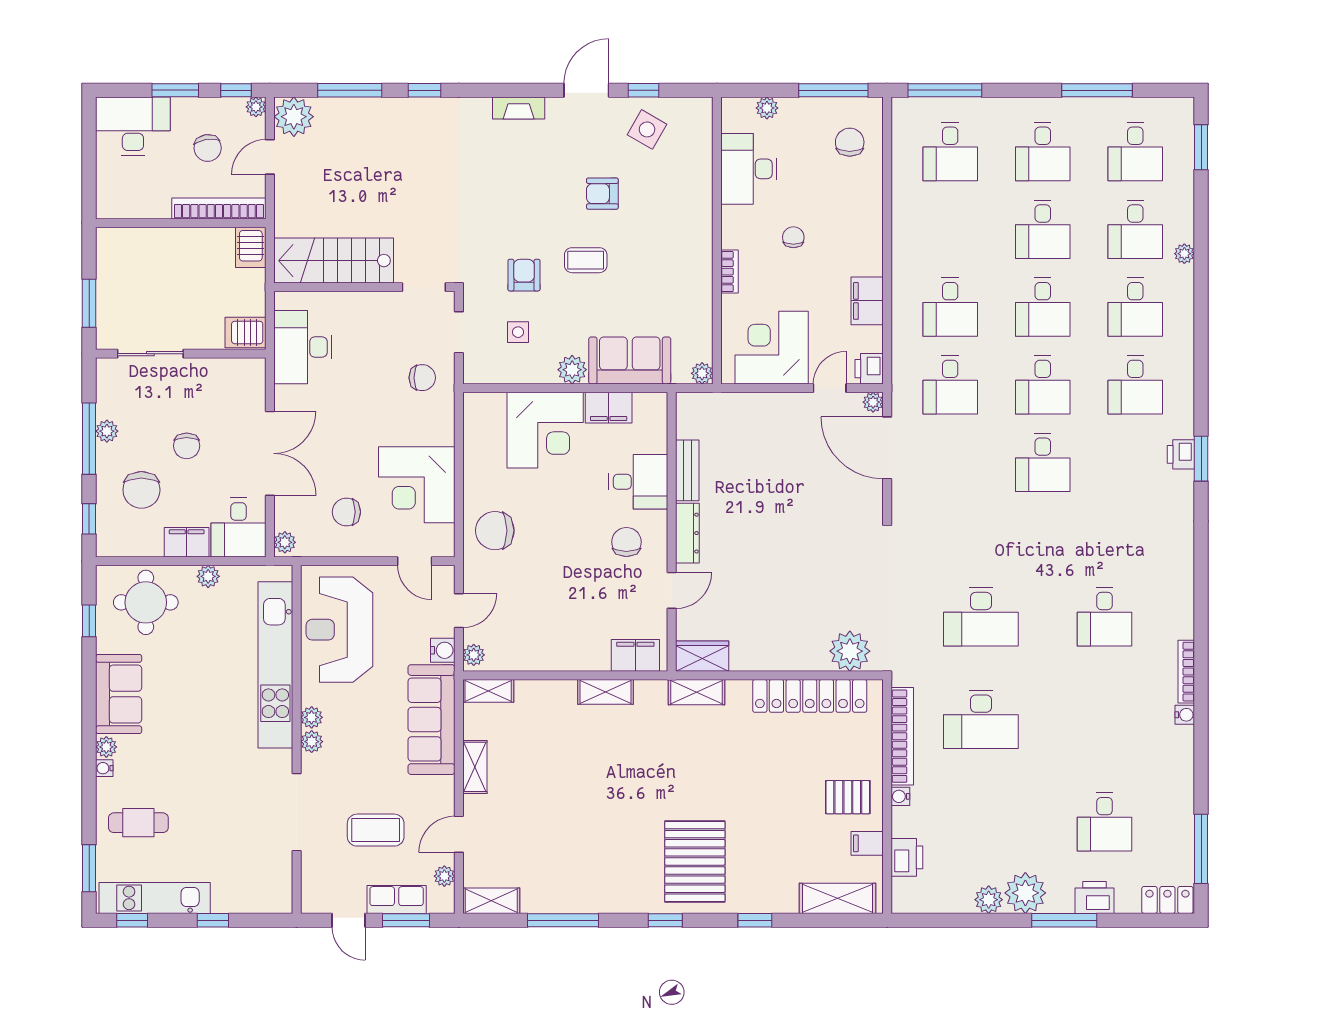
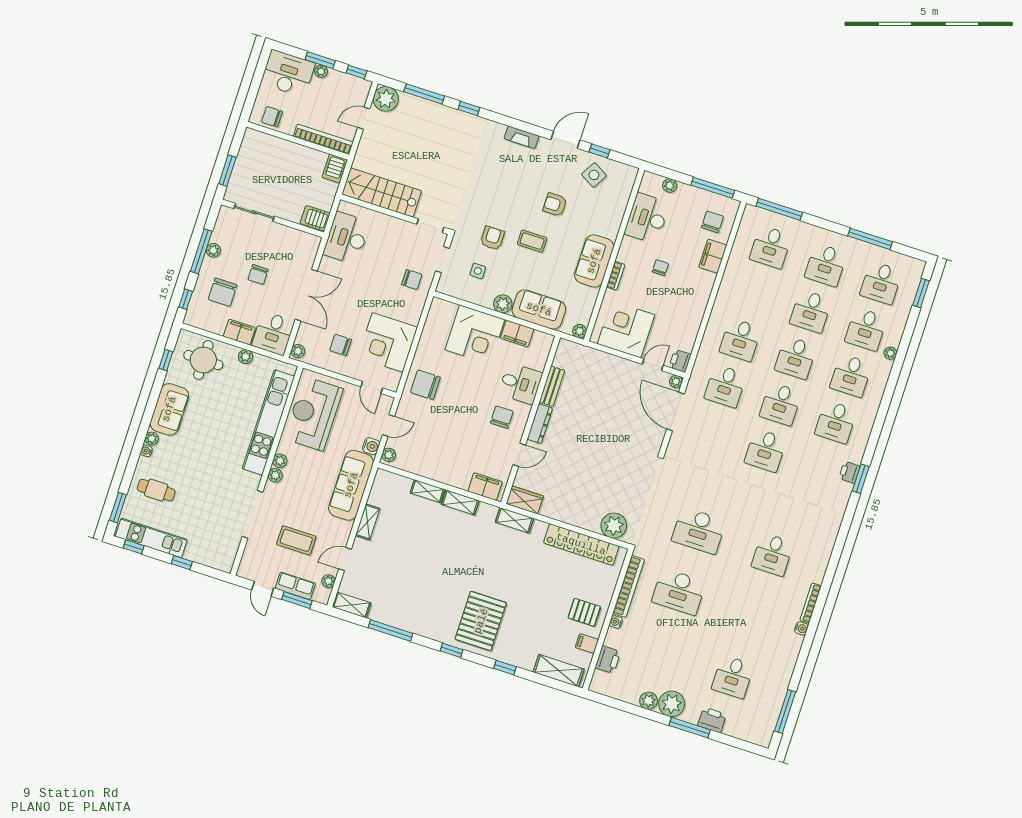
plant: (256, 107) -> (321, 71), moved
chair: (208, 148) -> (272, 117), moved, turned 99
sofa: (690, 260) -> (594, 261), added
filing cabinet: (867, 301) -> (713, 256), moved
shelving: (488, 691) -> (427, 491), moved
locker: (1167, 900) -> (755, 736), removed

